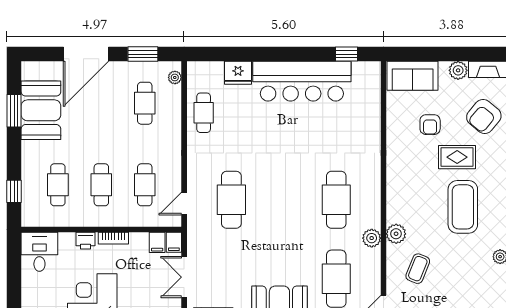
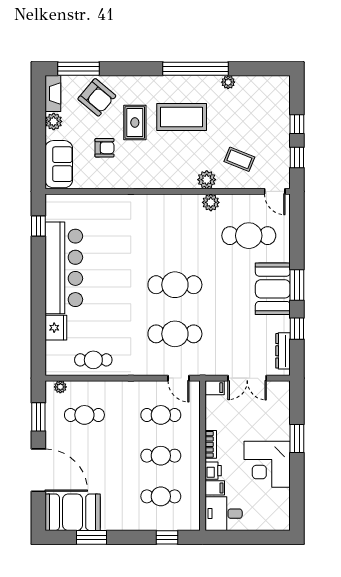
booth: (41, 110) -> (73, 512), moved
cafe table: (336, 200) -> (175, 285), moved
filing cabinet: (157, 242) -> (215, 488), moved

